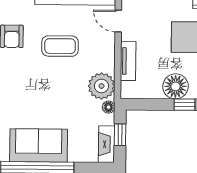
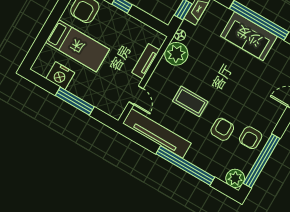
floor lamp: (175, 86) -> (121, 22), removed

